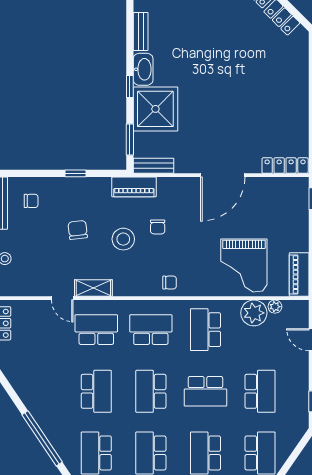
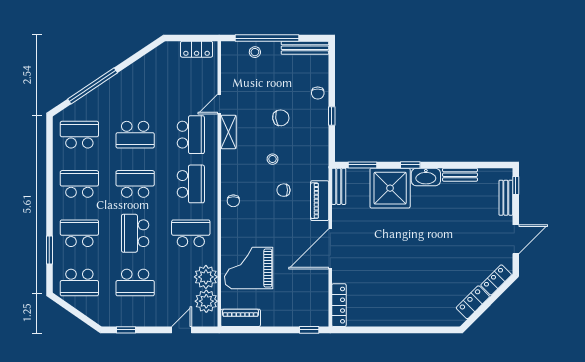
door: (223, 175) -> (330, 249), hinge flipped
piano: (134, 187) -> (320, 201), moved
chair: (31, 201) -> (318, 93), moved
stool: (123, 239) -> (273, 159), width x0.53, depth x0.53
plant: (275, 307) -> (206, 301), width x1.88, depth x1.88

